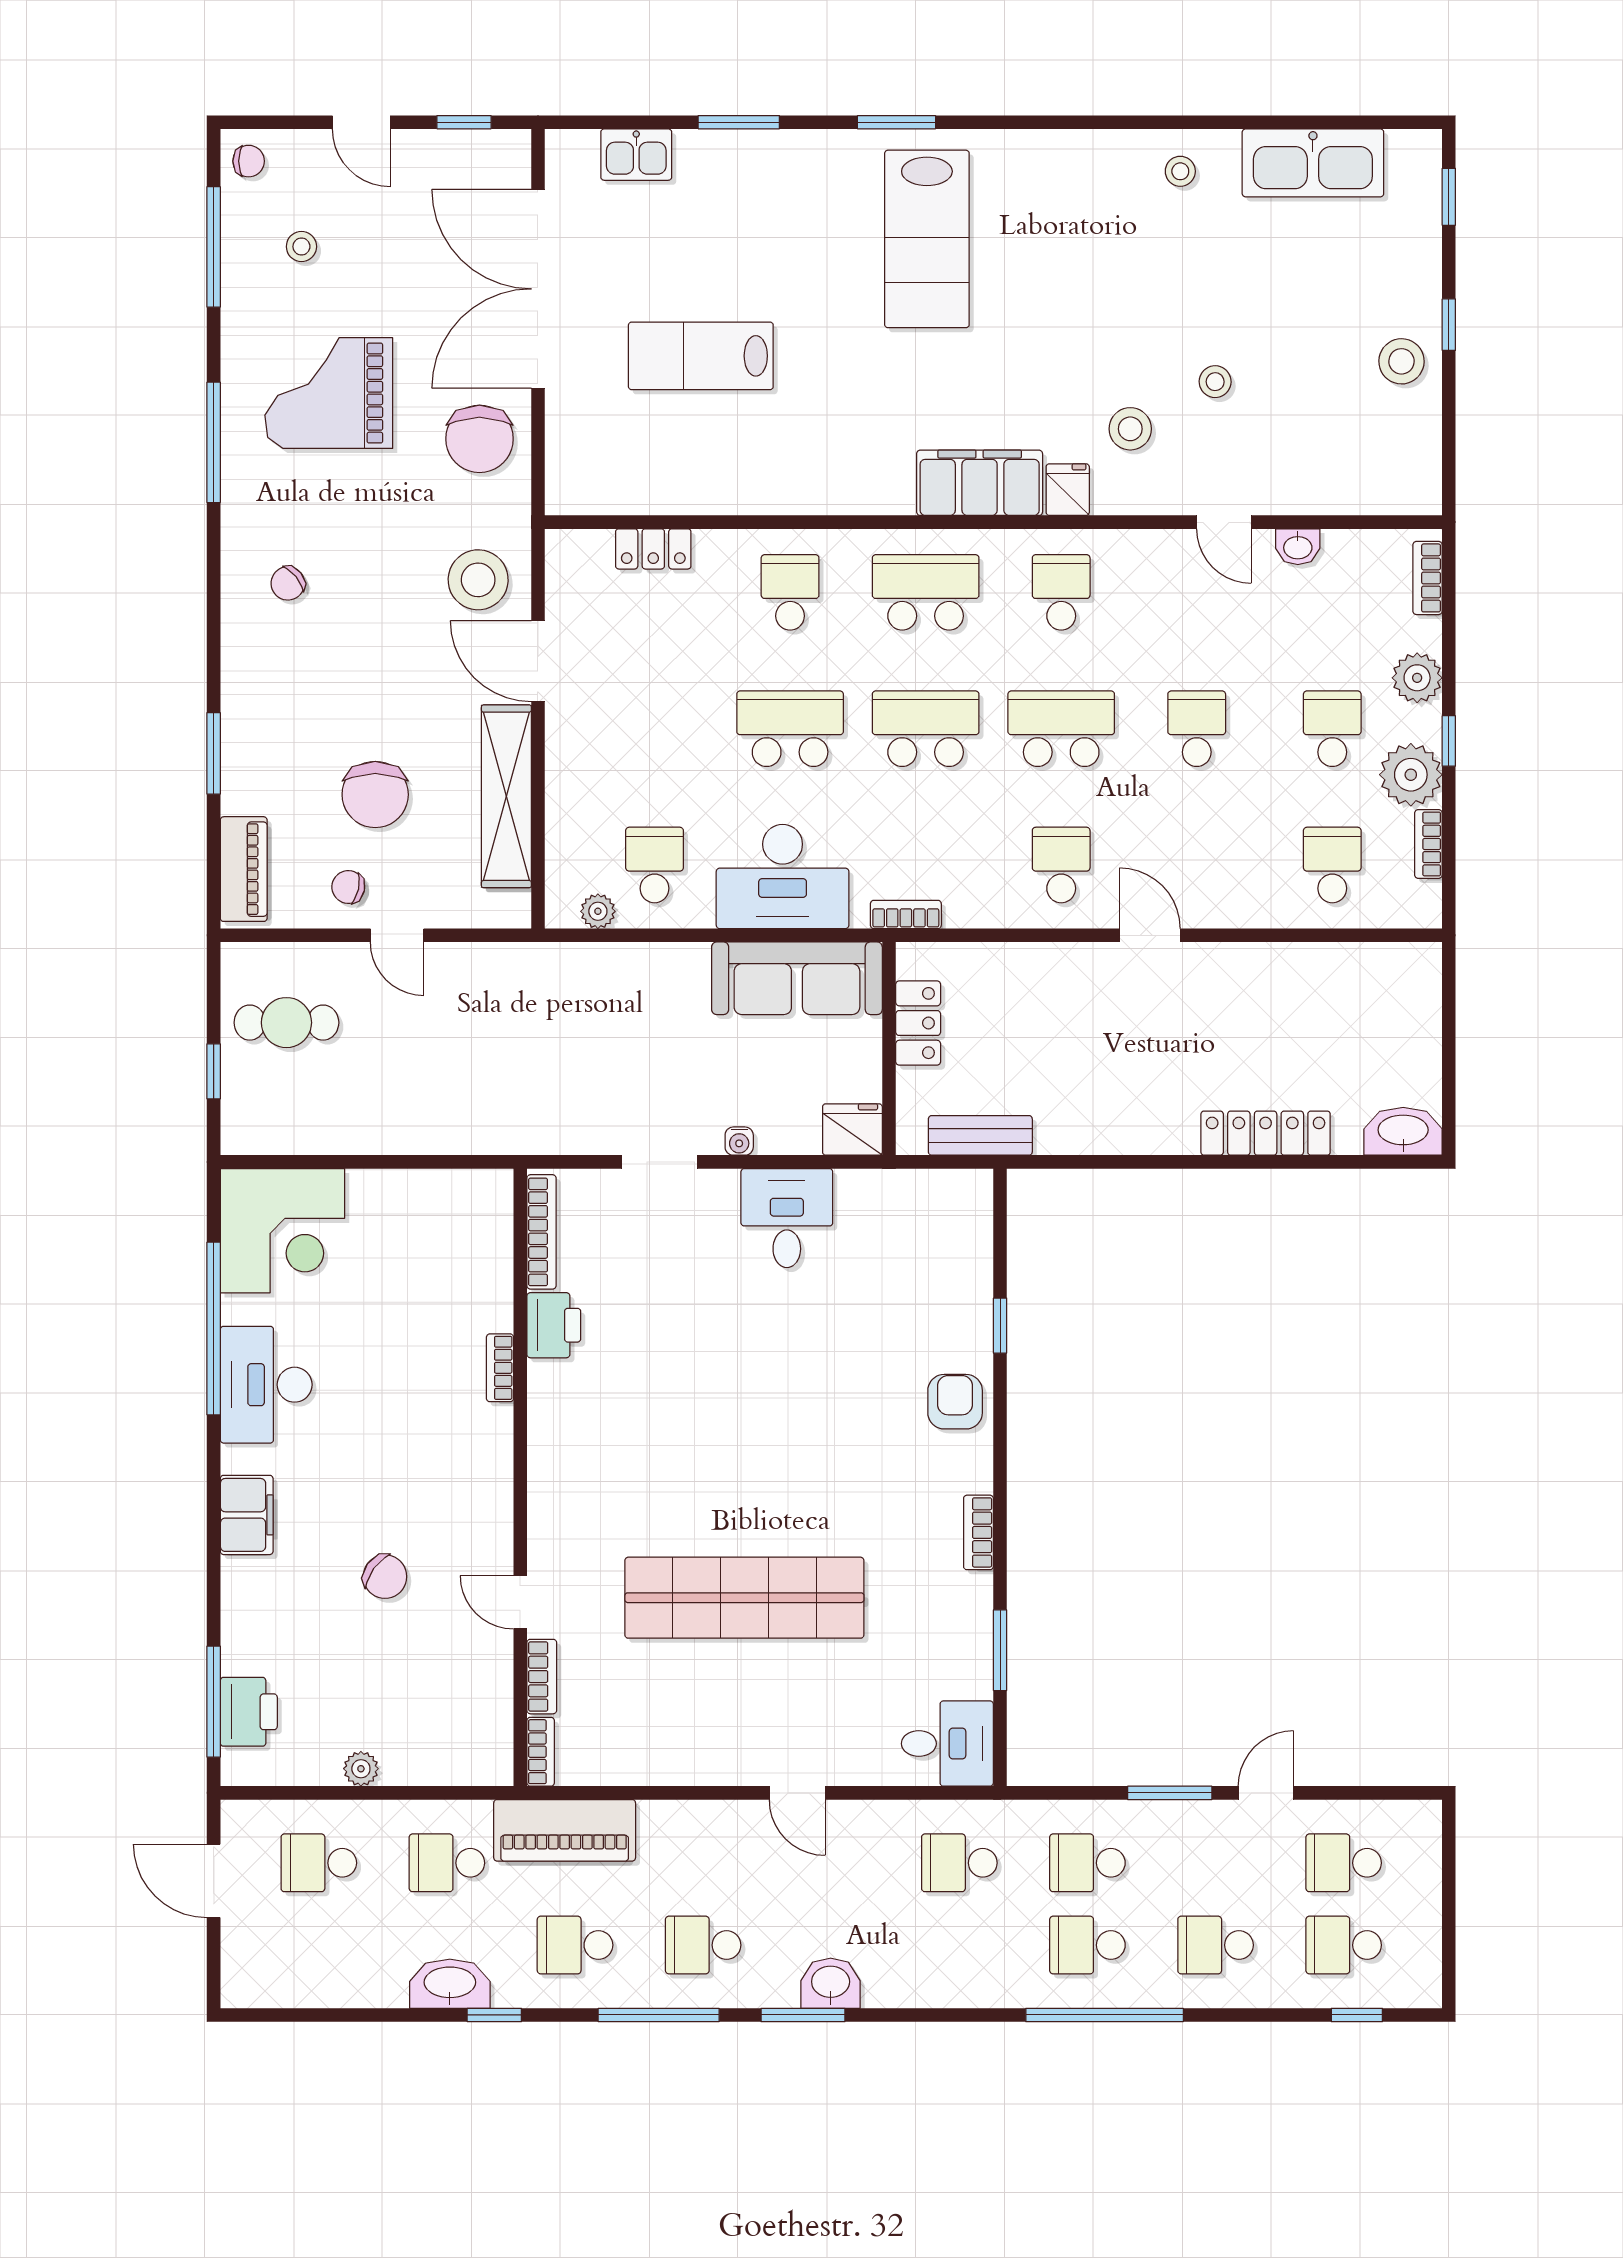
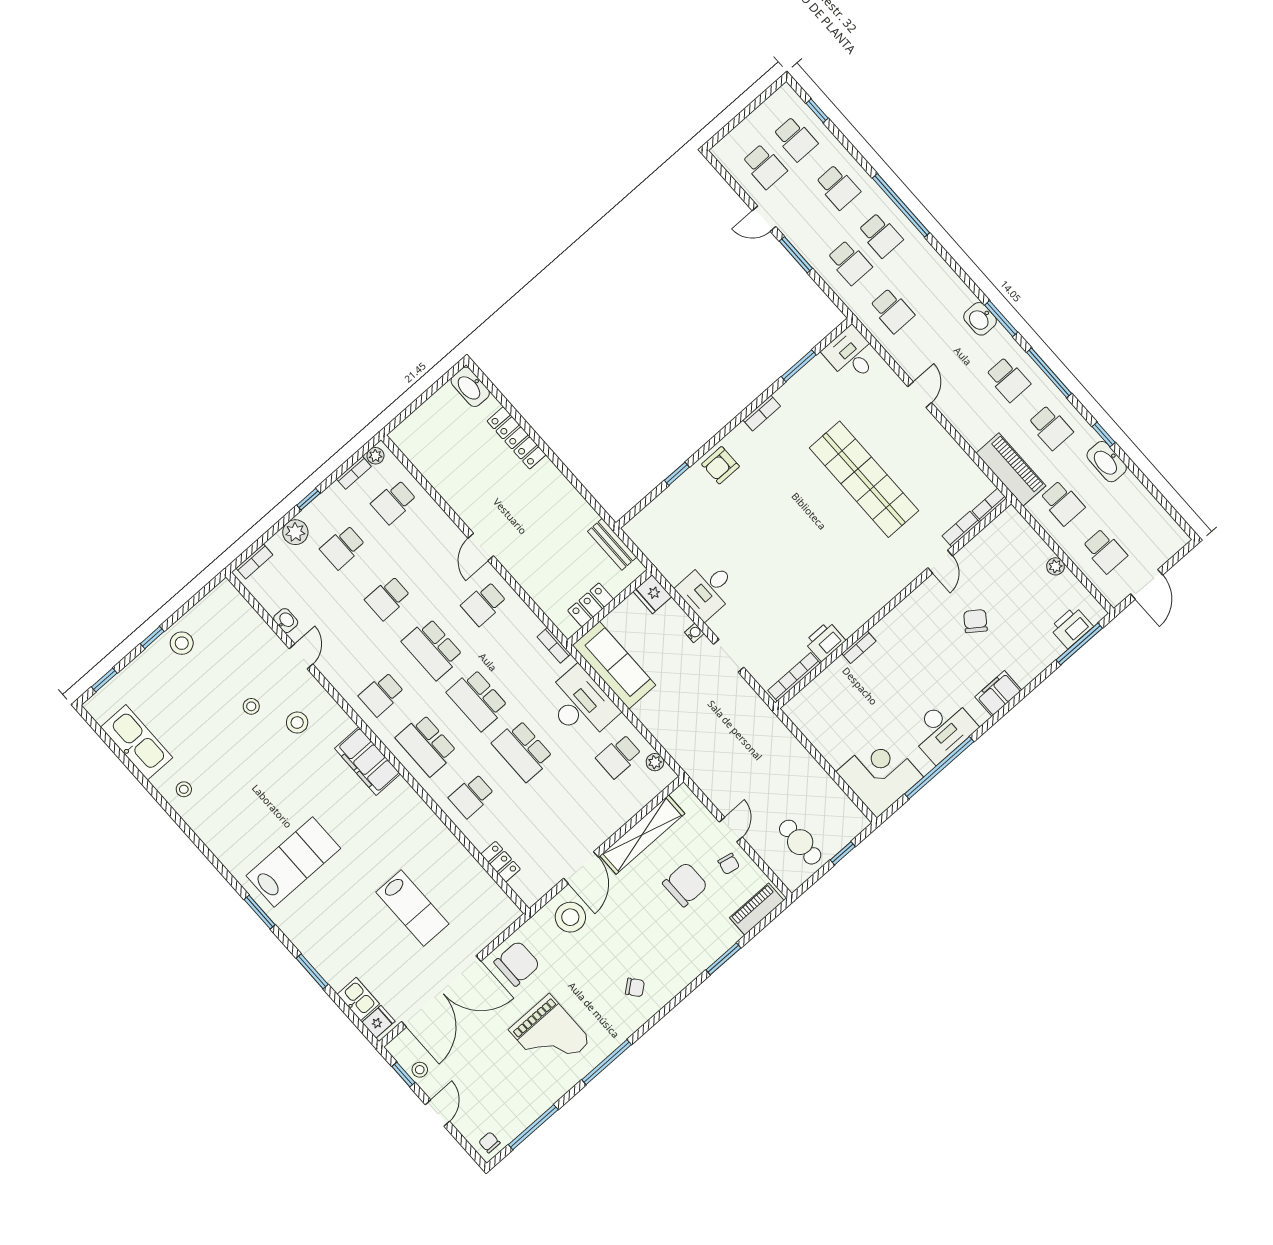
stool: (301, 247) -> (420, 1070), moved
fridge: (1068, 490) -> (378, 1022), moved, turned 180
plant: (1411, 775) -> (375, 456), moved, width x0.53, depth x0.53

